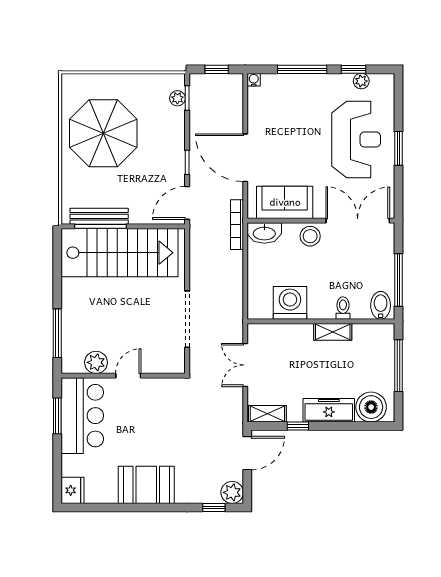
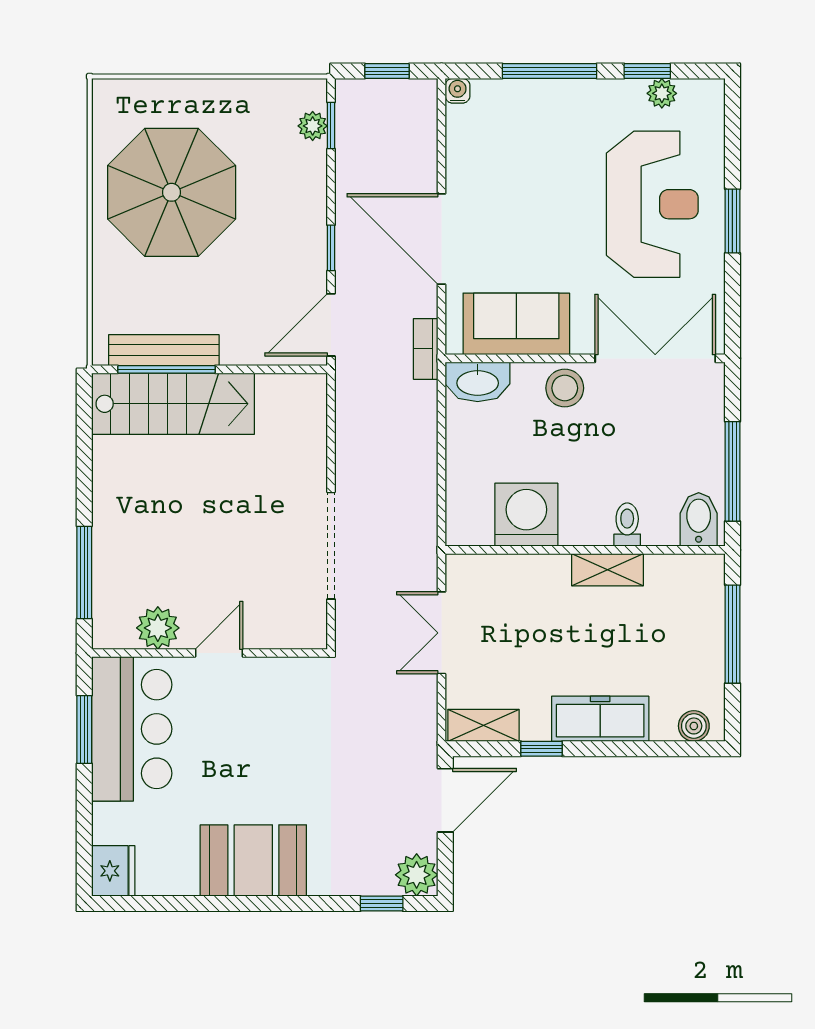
bookcase: (237, 225) -> (426, 349), width x0.64
stairs: (120, 253) -> (173, 404), width x0.73, depth x0.66
boiler: (371, 407) -> (694, 726), width x0.54, depth x0.54

